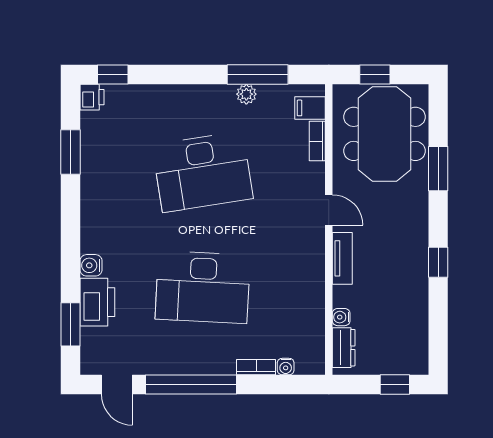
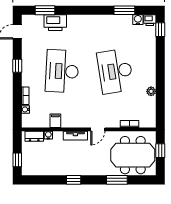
window: (258, 75) -> (160, 97), removed
filing cabinet: (310, 108) -> (55, 121), moved
water cooler: (91, 265) -> (138, 20), moved
window: (191, 385) -> (17, 66), width x0.32

